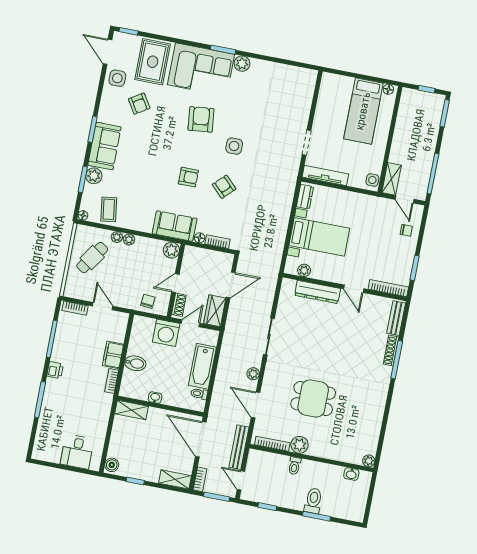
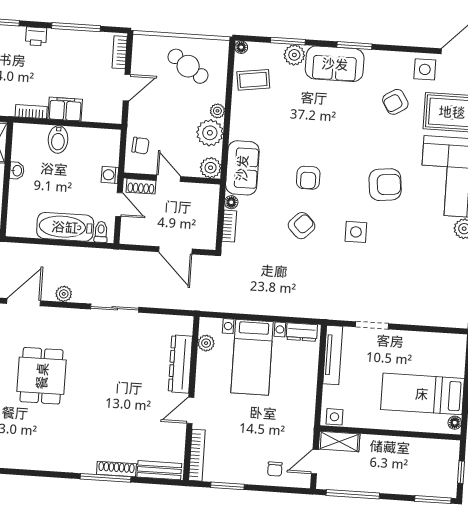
plant: (117, 237) -> (210, 133), moved, width x1.88, depth x1.88
wardrobe: (215, 311) -> (139, 234), removed
washing machine: (166, 333) -> (110, 175), width x0.53, depth x0.53
toilet: (199, 394) -> (101, 232), moved

